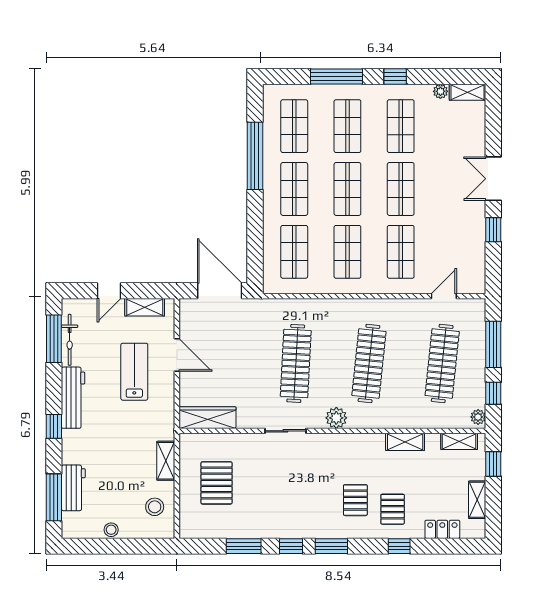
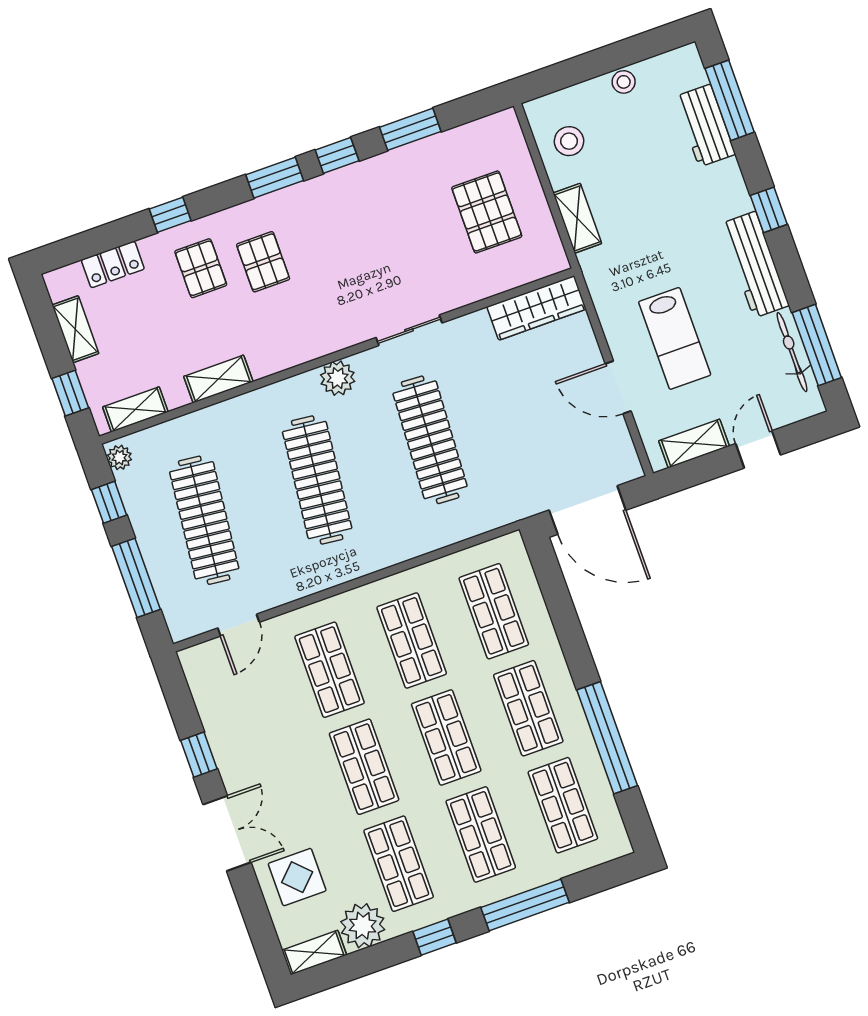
plant: (440, 91) -> (363, 926), width x1.87, depth x1.87
display table: (462, 139) -> (297, 877), added

